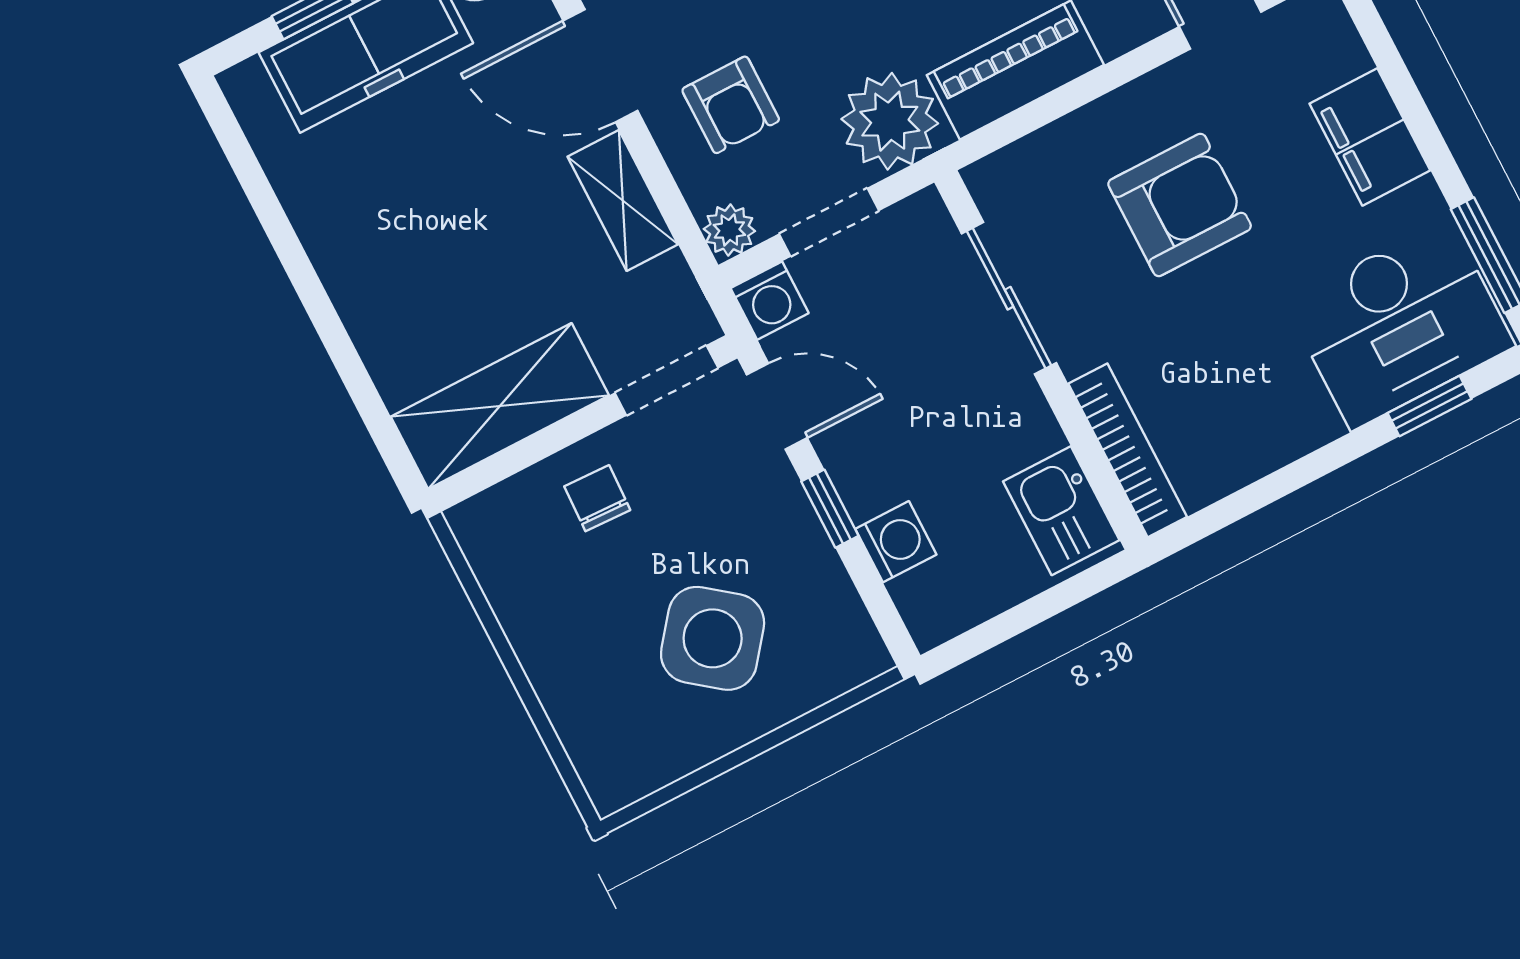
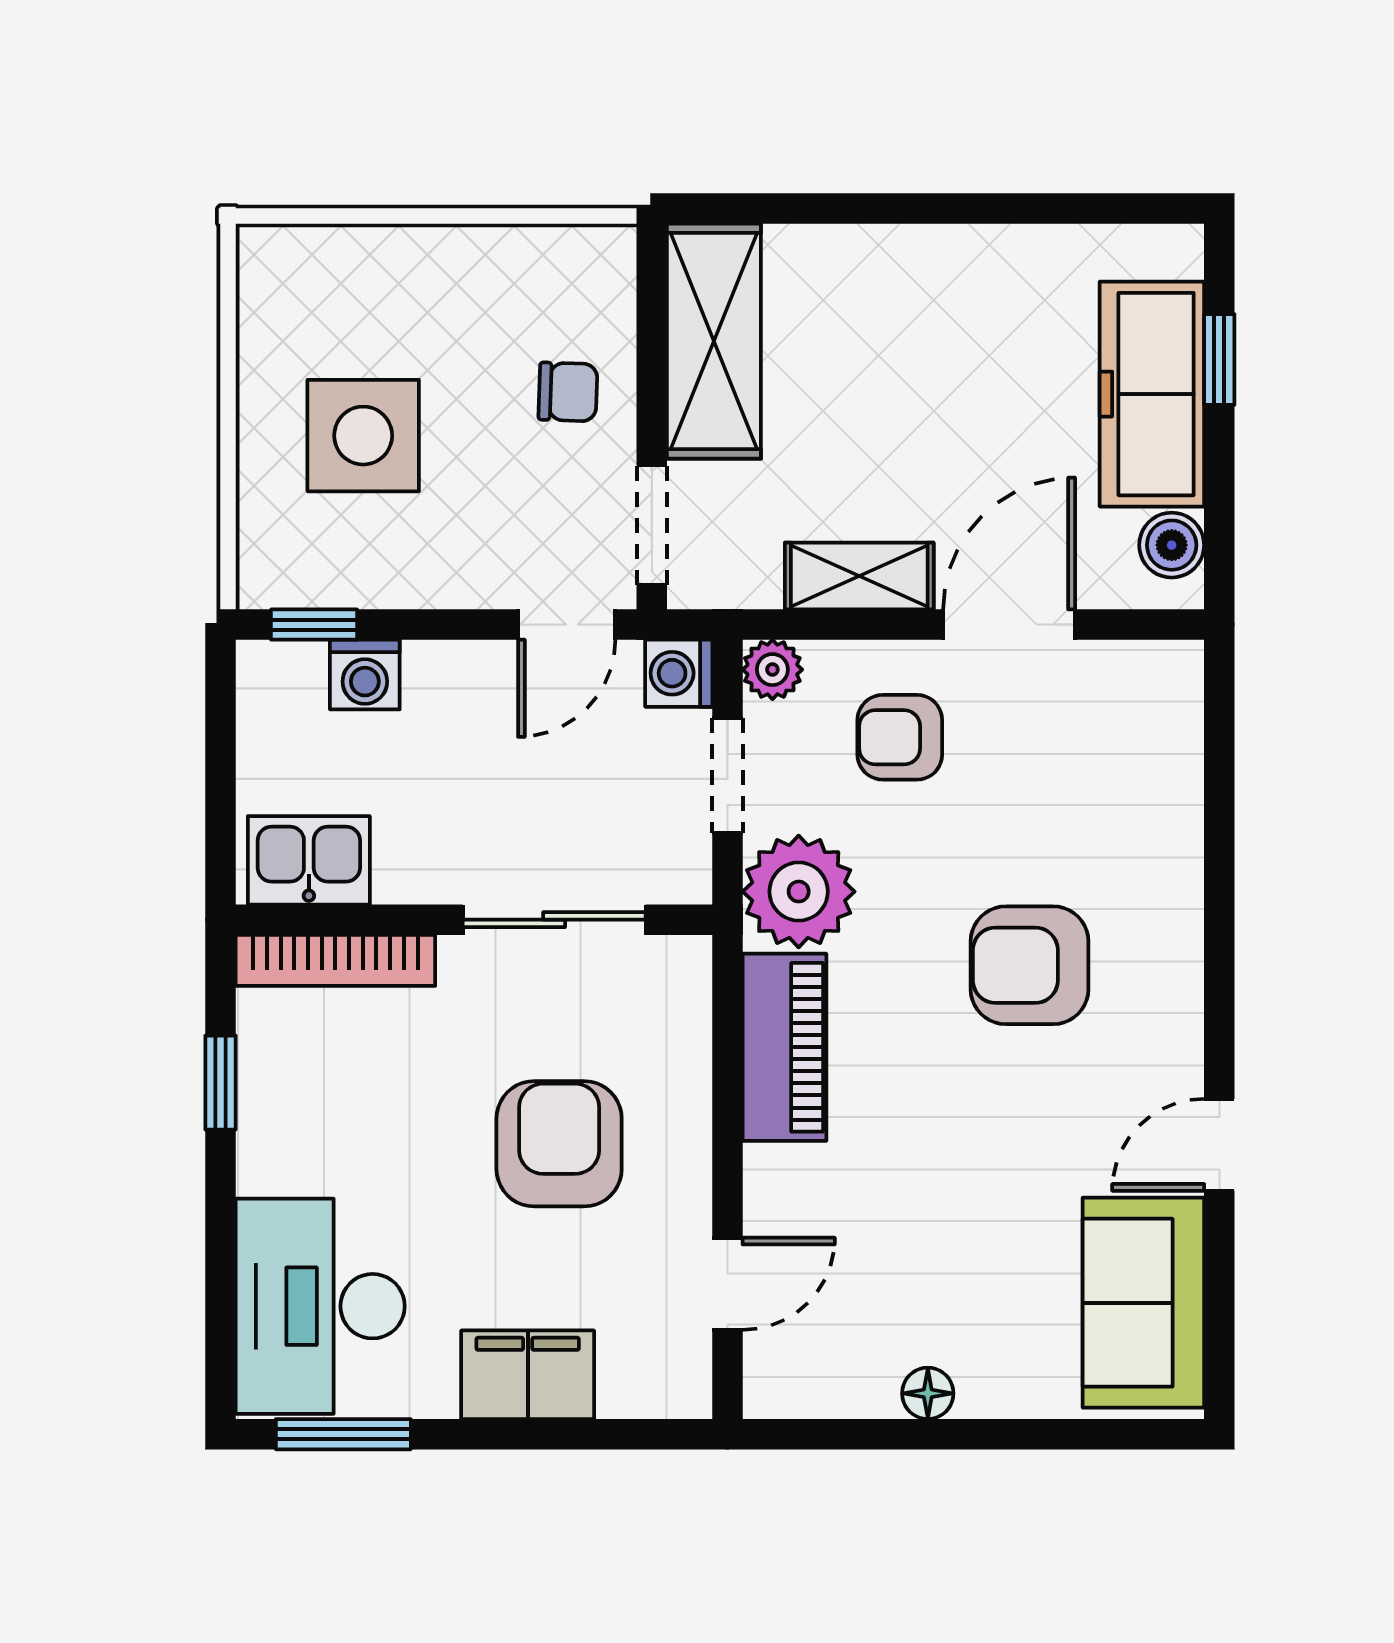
armchair: (1180, 205) -> (559, 1144), turned 180
window: (1430, 406) -> (220, 1083), moved
window: (830, 509) -> (314, 625), moved
side table: (713, 638) -> (363, 436), turned -38

